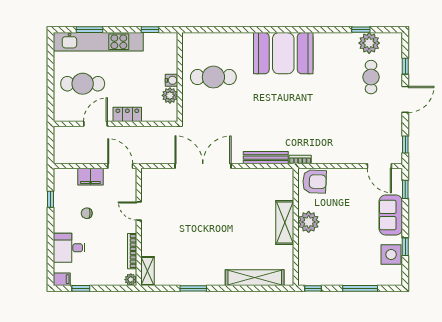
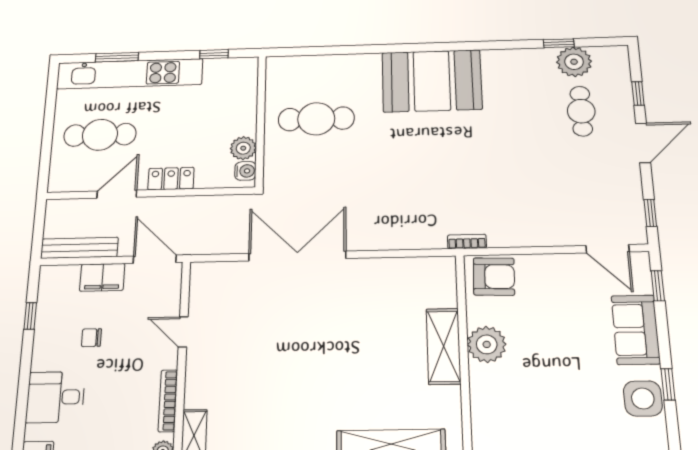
water cooler: (172, 80) -> (245, 171), moved
bench: (266, 158) -> (79, 248), moved

